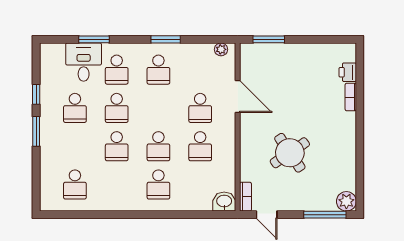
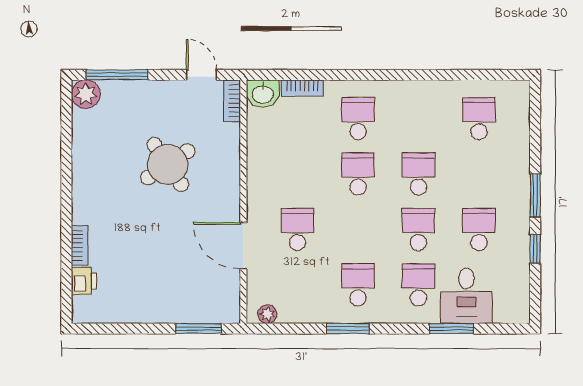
school desk: (200, 146) -> (298, 174), removed
bookcase: (197, 205) -> (302, 88), added

